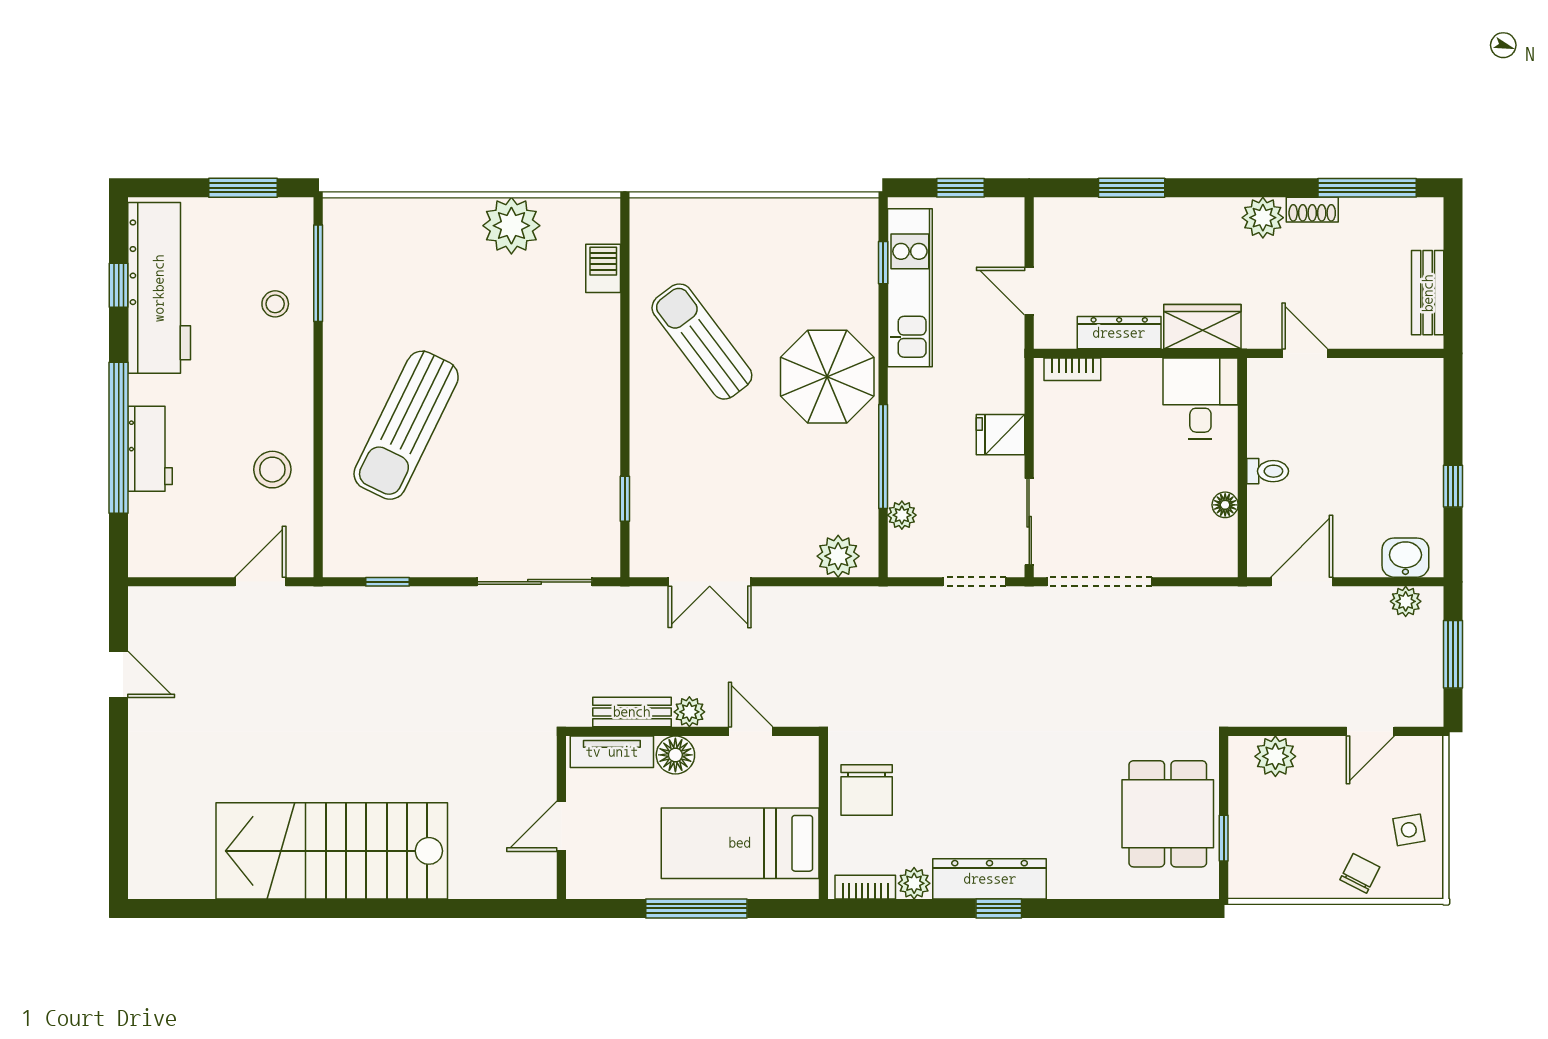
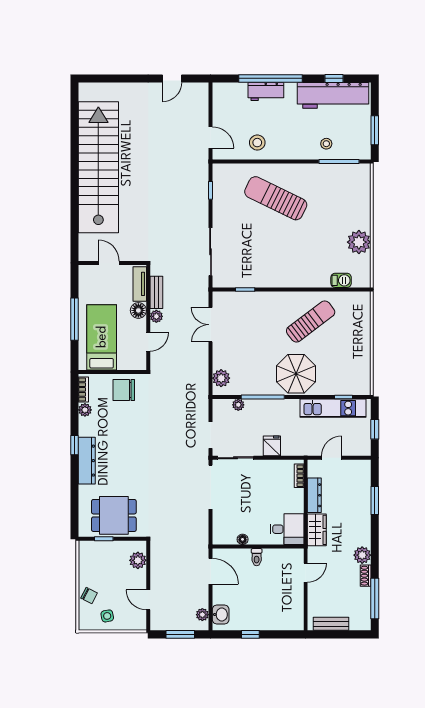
stairs: (332, 851) -> (98, 167), width x1.36
dresser: (990, 879) -> (87, 461), moved

